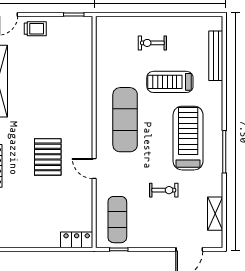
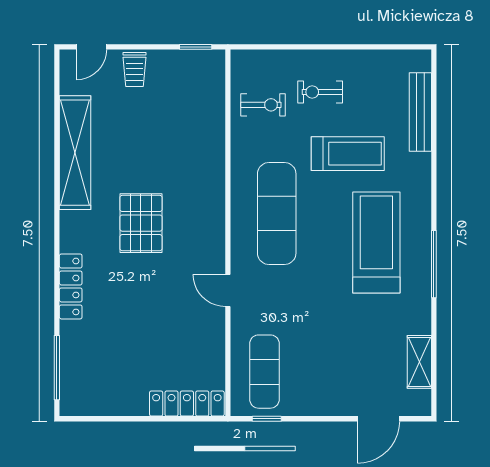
trolley: (35, 29) -> (134, 69), turned 90
treadmill: (170, 82) -> (348, 154), turned 180
pallet: (48, 157) -> (141, 223), moved
exercise bike: (164, 190) -> (263, 105), moved
locker: (77, 240) -> (187, 404), width x1.53

